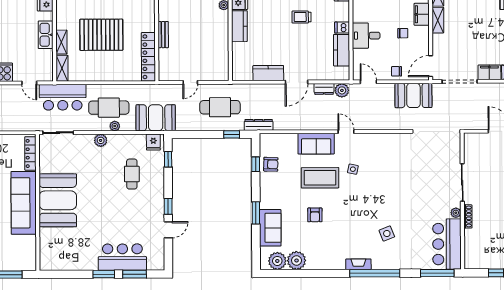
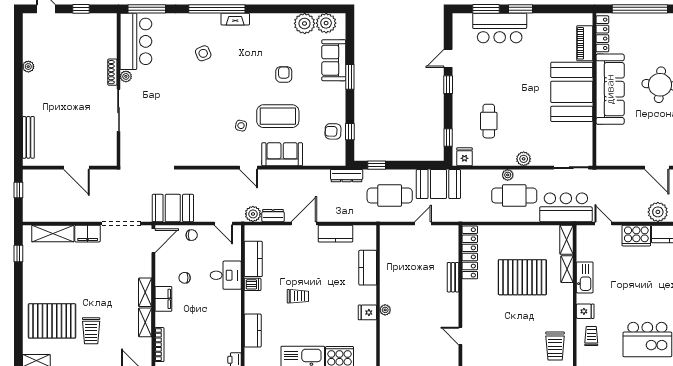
kitchen counter: (239, 26) -> (368, 268), moved
booth: (156, 118) -> (438, 184), moved
locker: (30, 153) -> (602, 34), moved
piano: (46, 244) -> (585, 43), added

